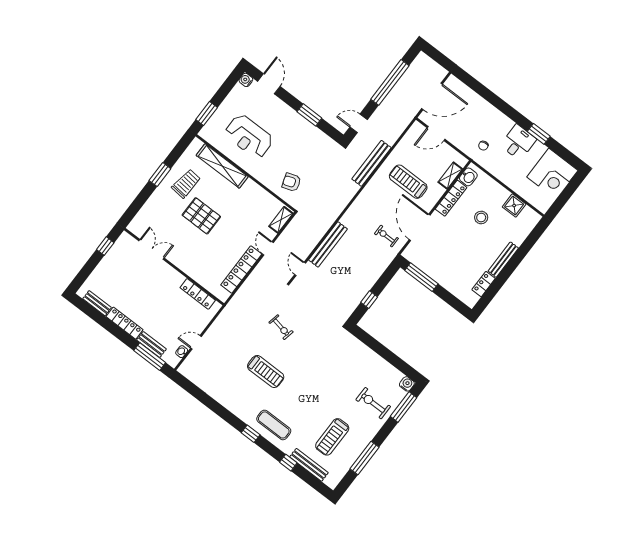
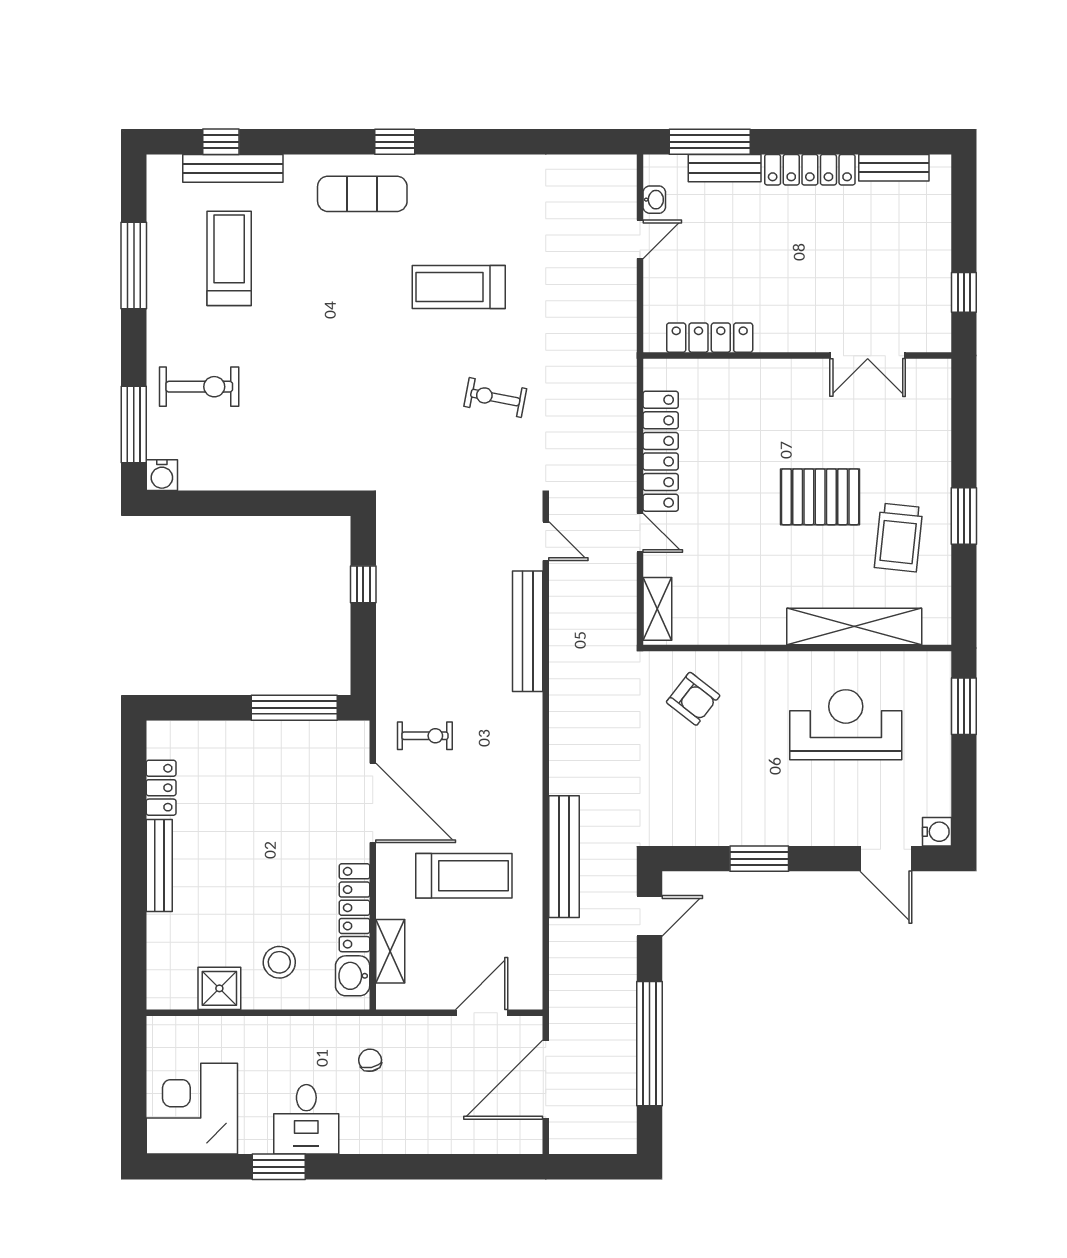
armchair: (291, 182) -> (693, 699), turned 57
stool: (481, 217) -> (279, 962), moved
window: (288, 463) -> (221, 142), moved

